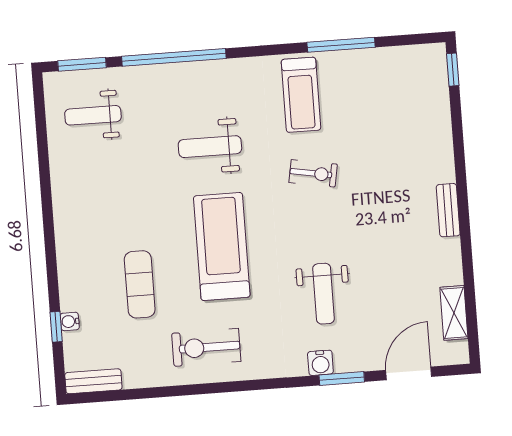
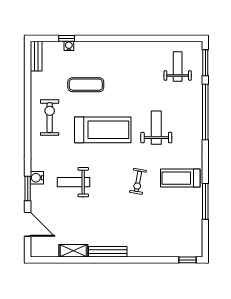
bench: (448, 210) -> (108, 252), width x1.36
shelving: (454, 313) -> (73, 251), moved

